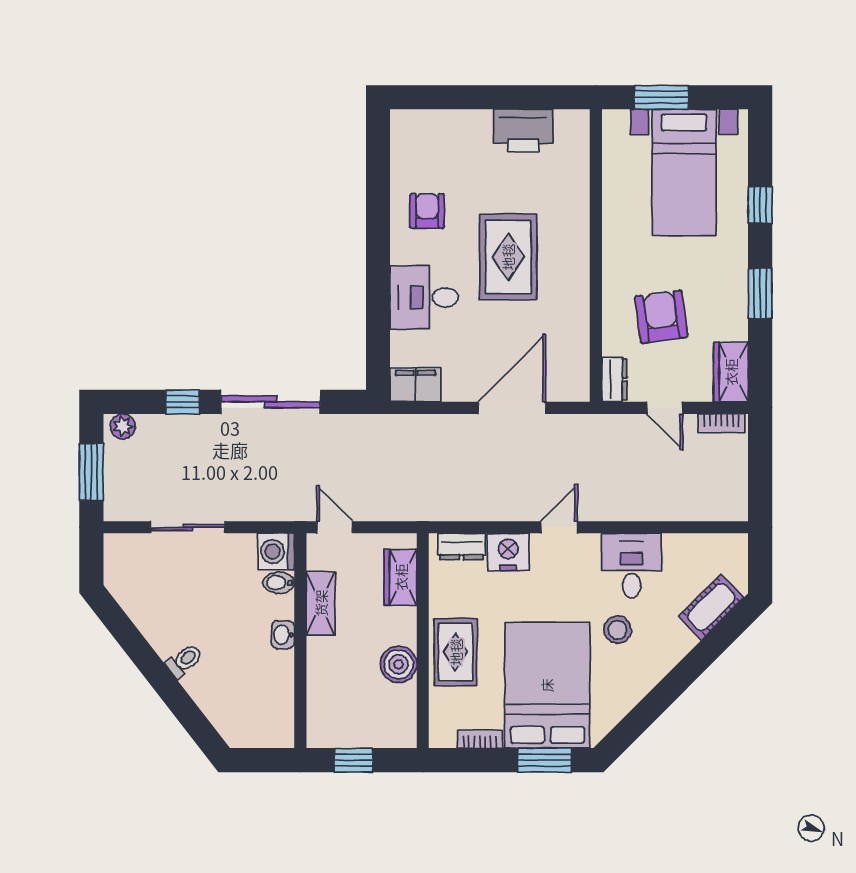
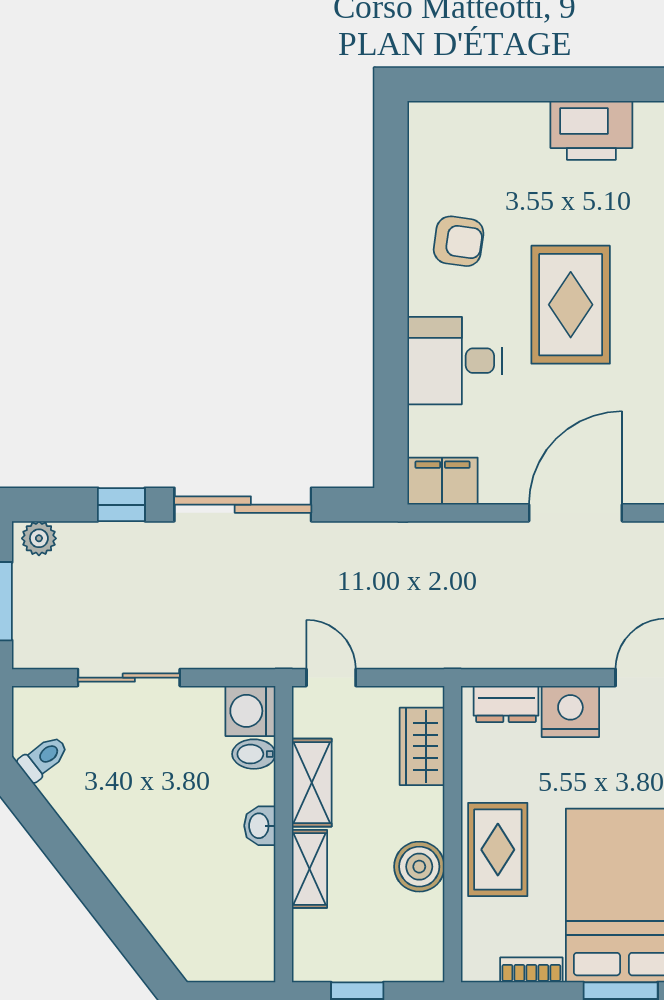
armchair: (427, 211) -> (459, 241), turned 98
toilet: (184, 661) -> (43, 758), moved
shelving: (319, 666) -> (310, 869), added

